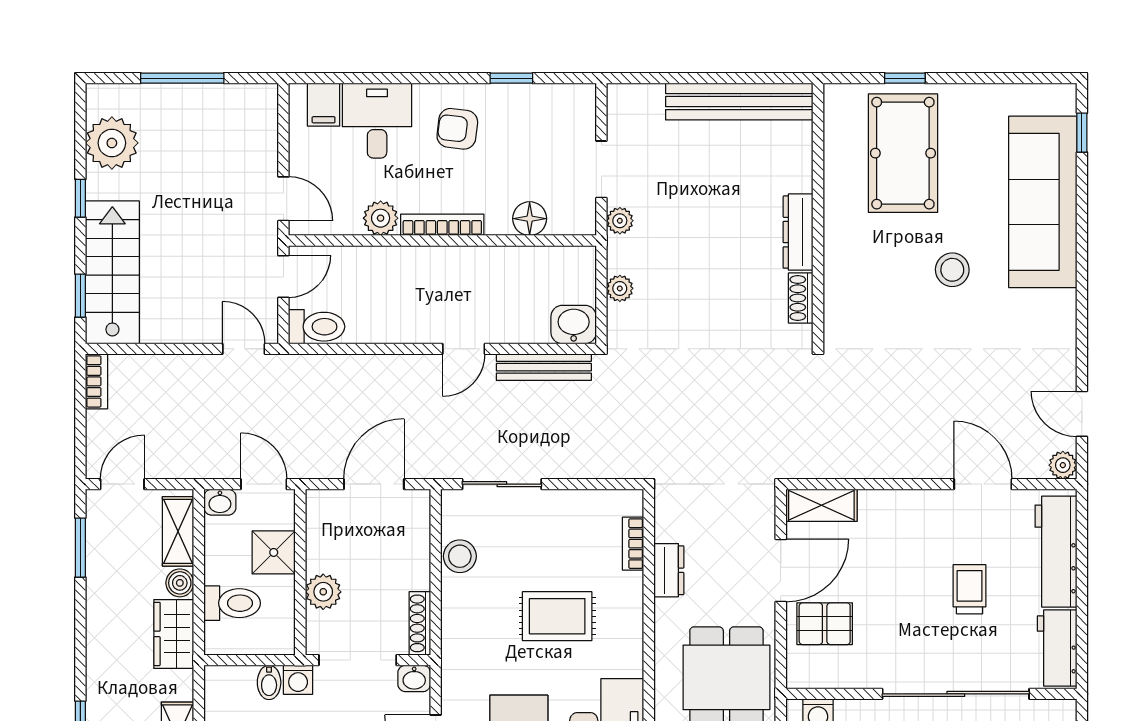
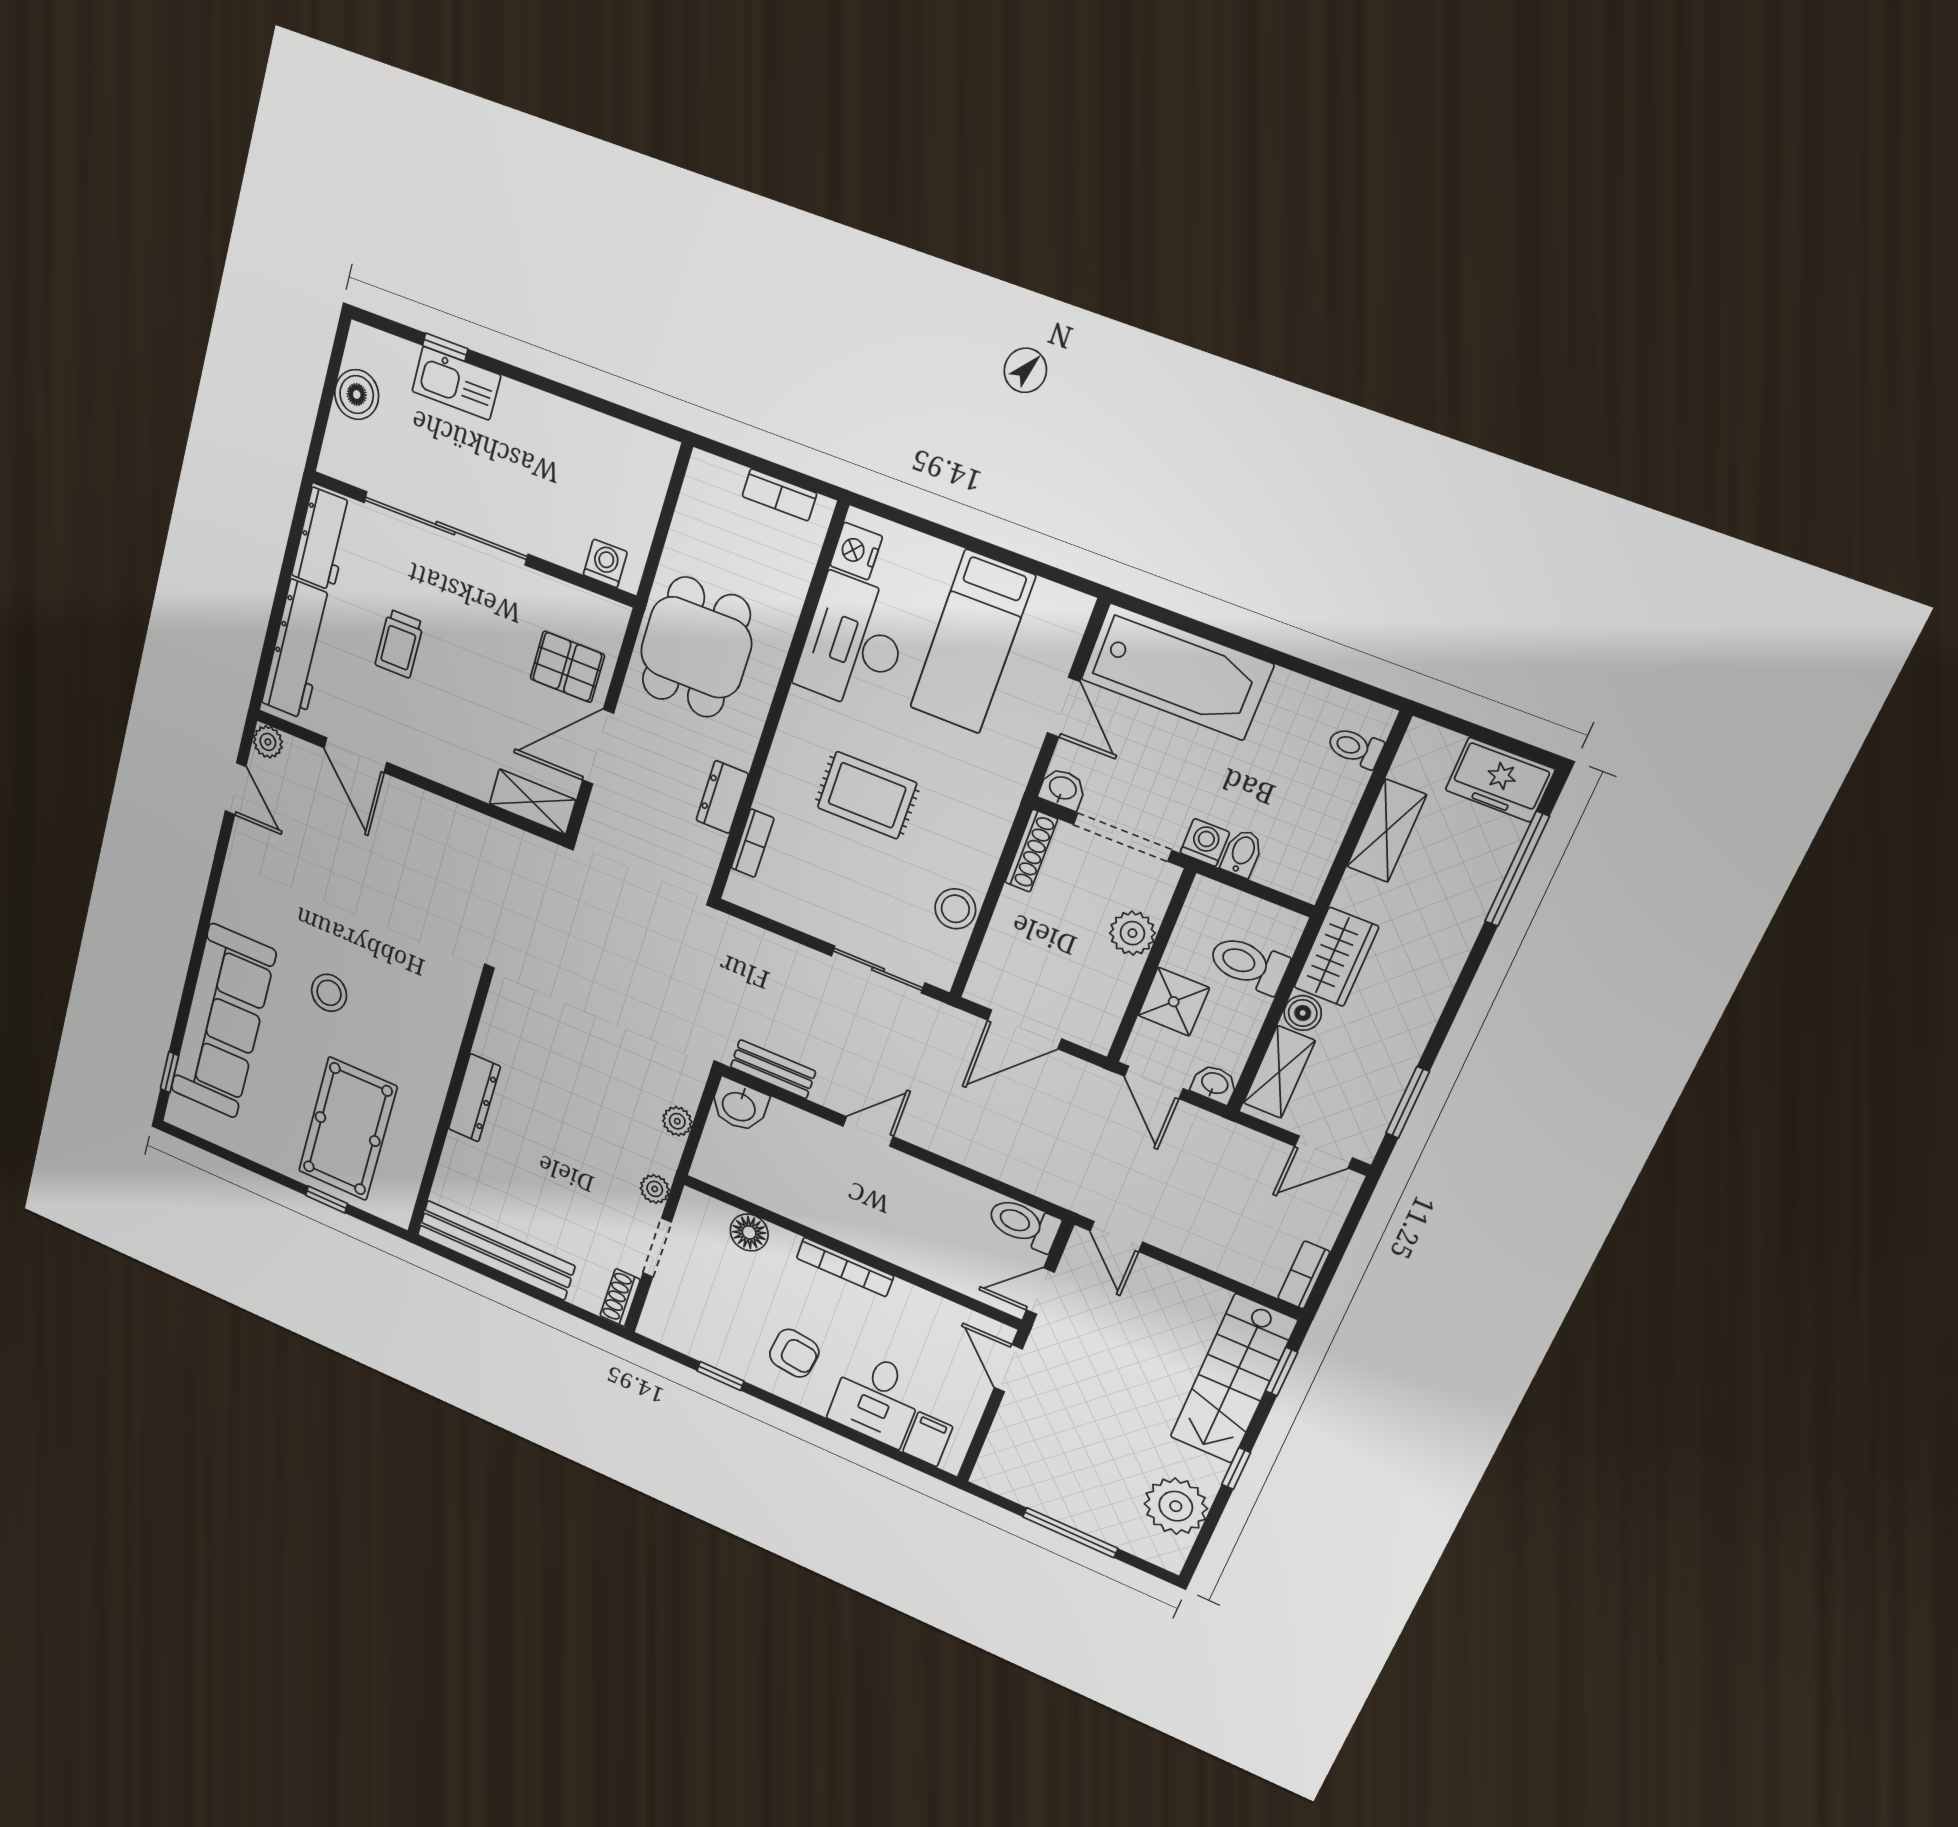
plant: (381, 218) -> (909, 1303), removed
shoe rack: (801, 298) -> (620, 1298), moved, turned 180
bench: (544, 367) -> (773, 1069), width x0.73

